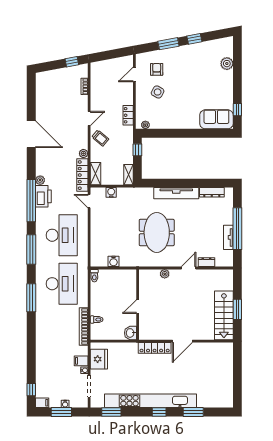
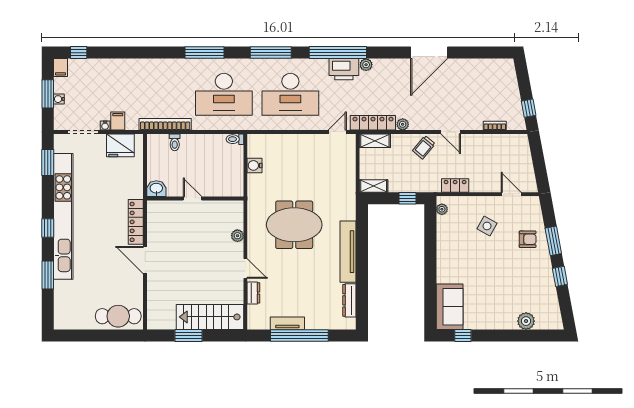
armchair: (157, 69) -> (528, 239), moved
water cooler: (111, 192) -> (349, 162), removed
stairs: (224, 315) -> (210, 317), moved
cafe table: (223, 361) -> (118, 316), added

